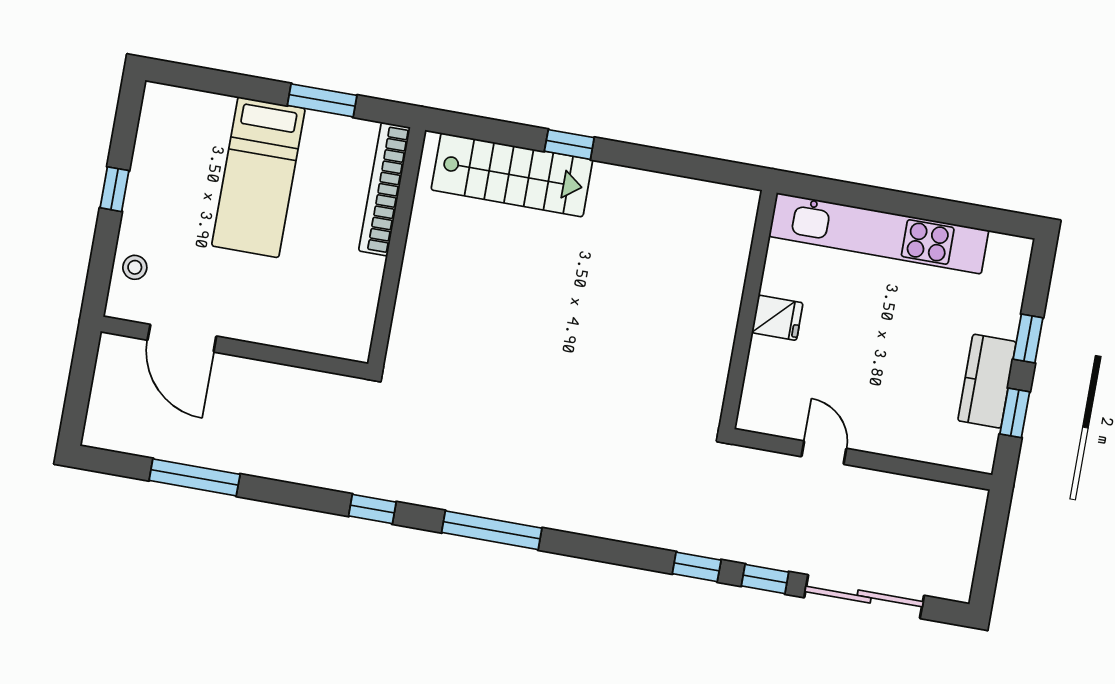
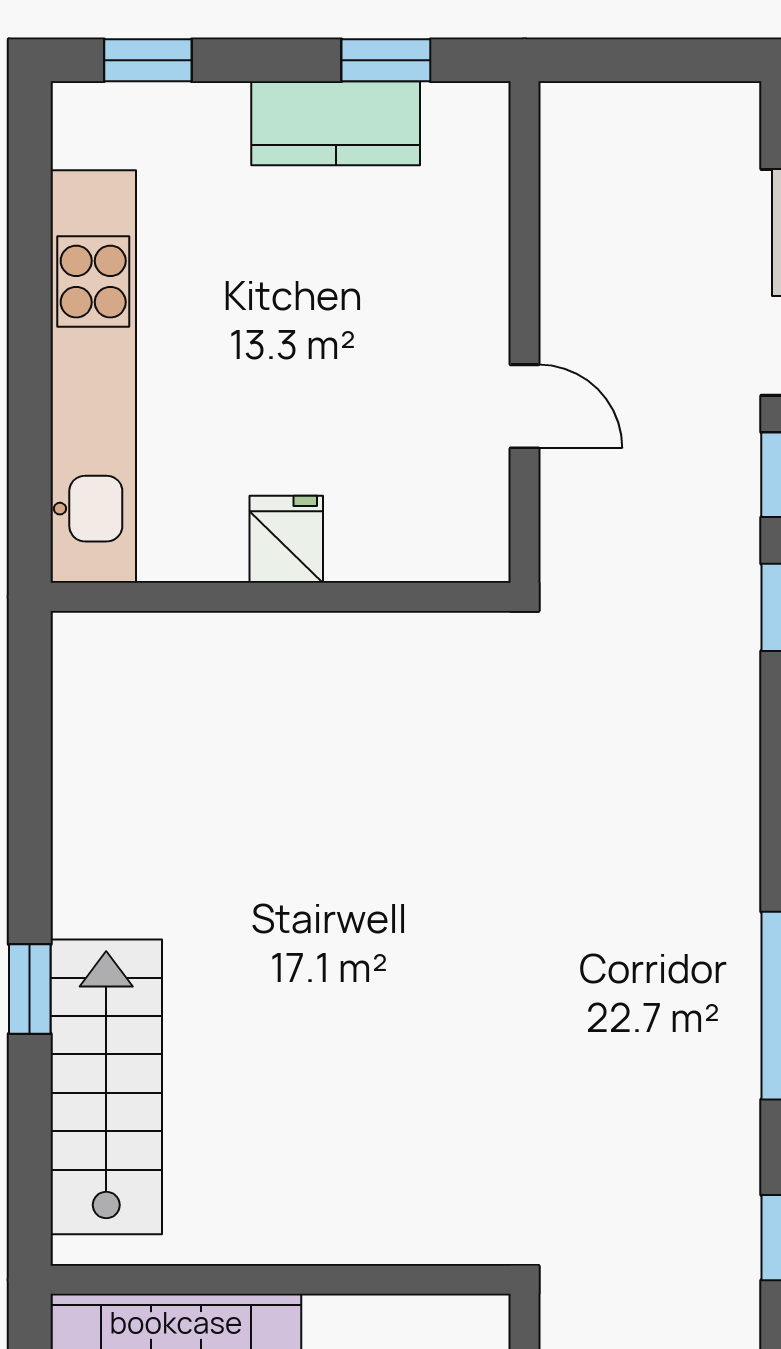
window: (1028, 339) -> (148, 60), moved
door: (824, 453) -> (524, 406), swing flipped

